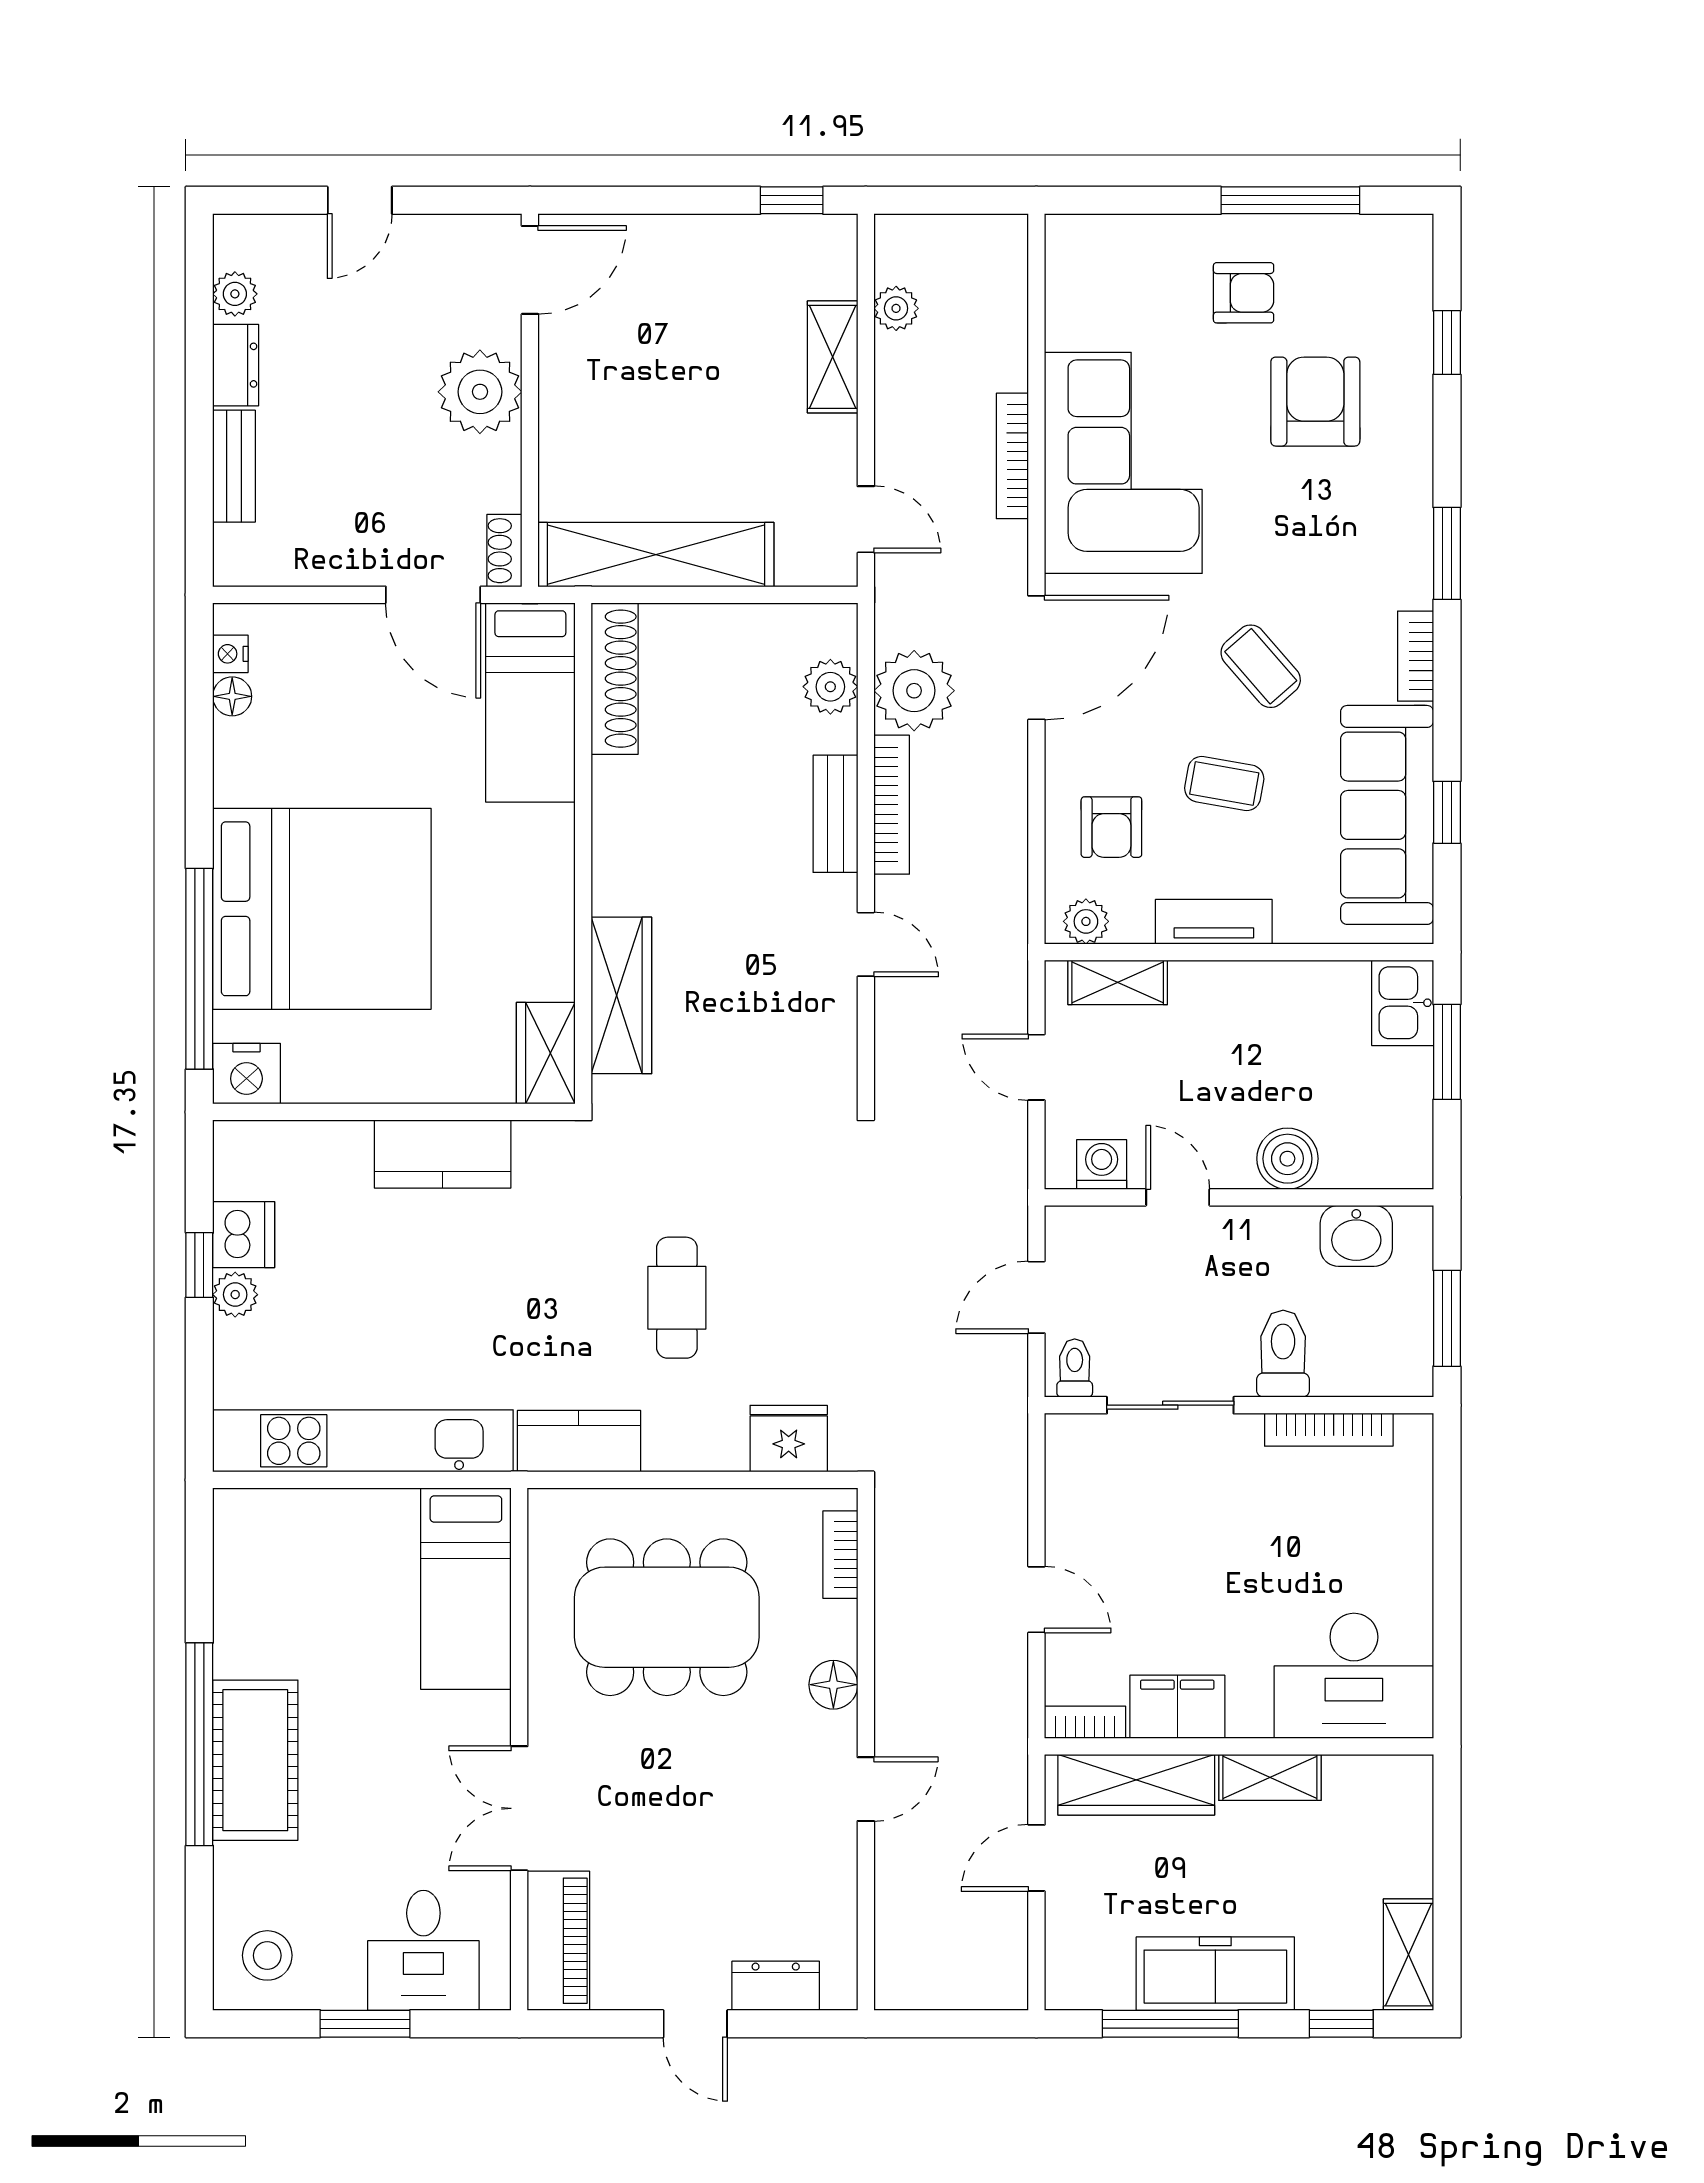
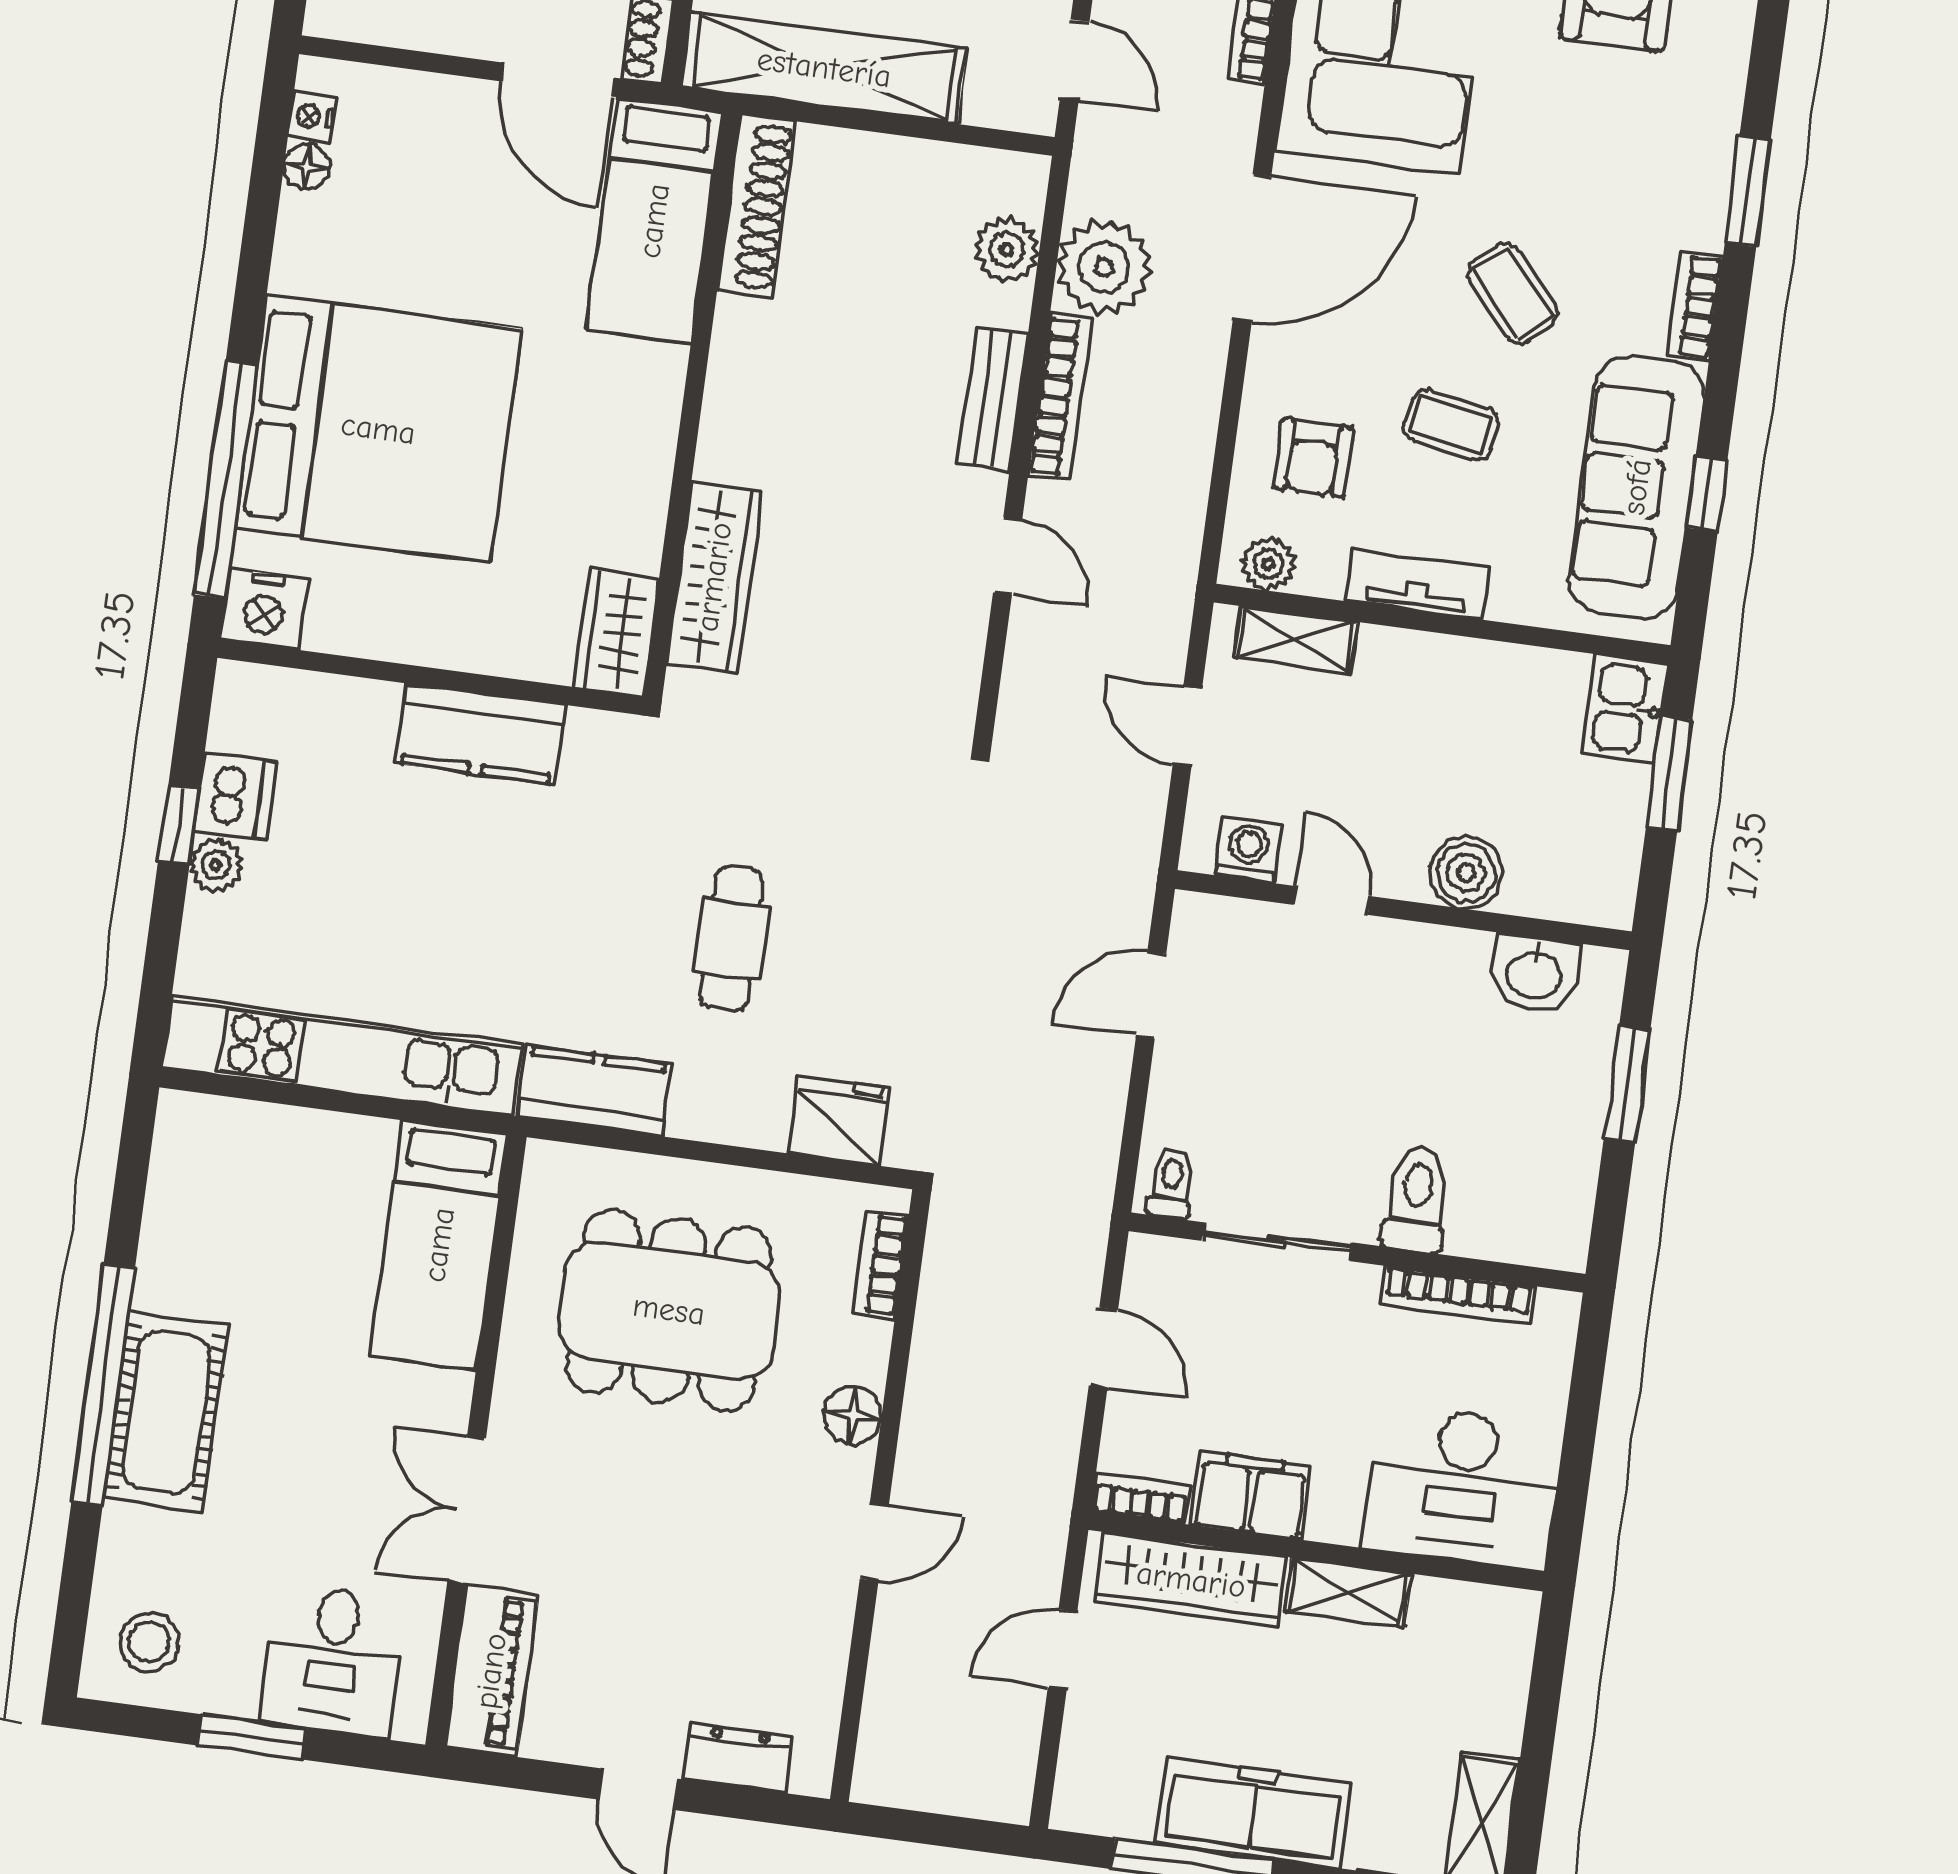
toilet: (1283, 1354) -> (1417, 1199), moved
toilet: (1075, 1368) -> (1171, 1183), moved
sliding door: (1170, 1405) -> (1277, 1242), moved
wall: (1239, 1405) -> (1357, 1253), moved
bookcase: (1329, 1430) -> (1458, 1295), moved

